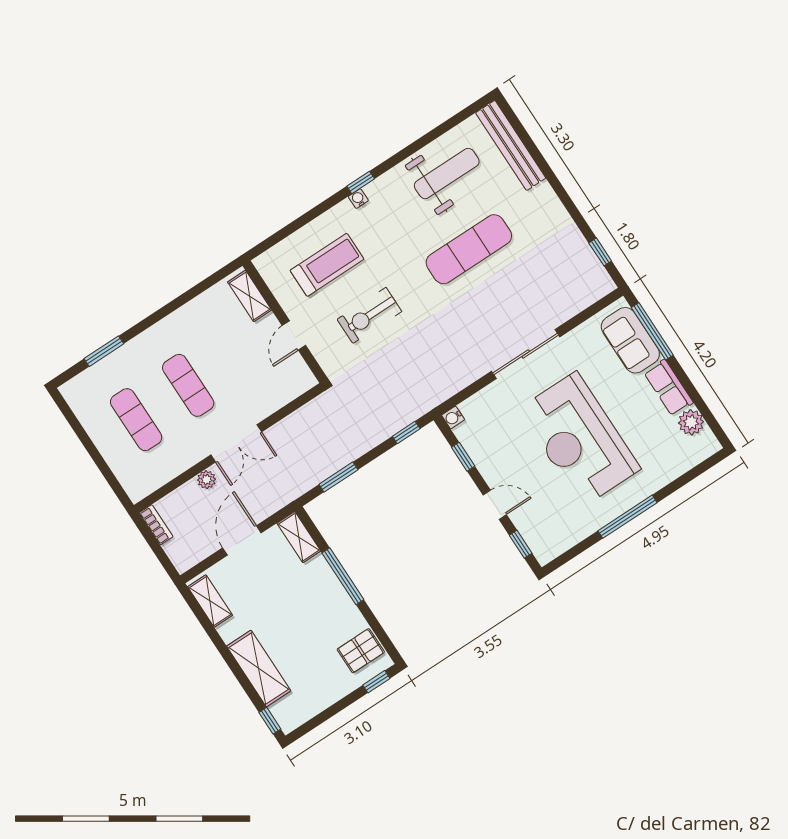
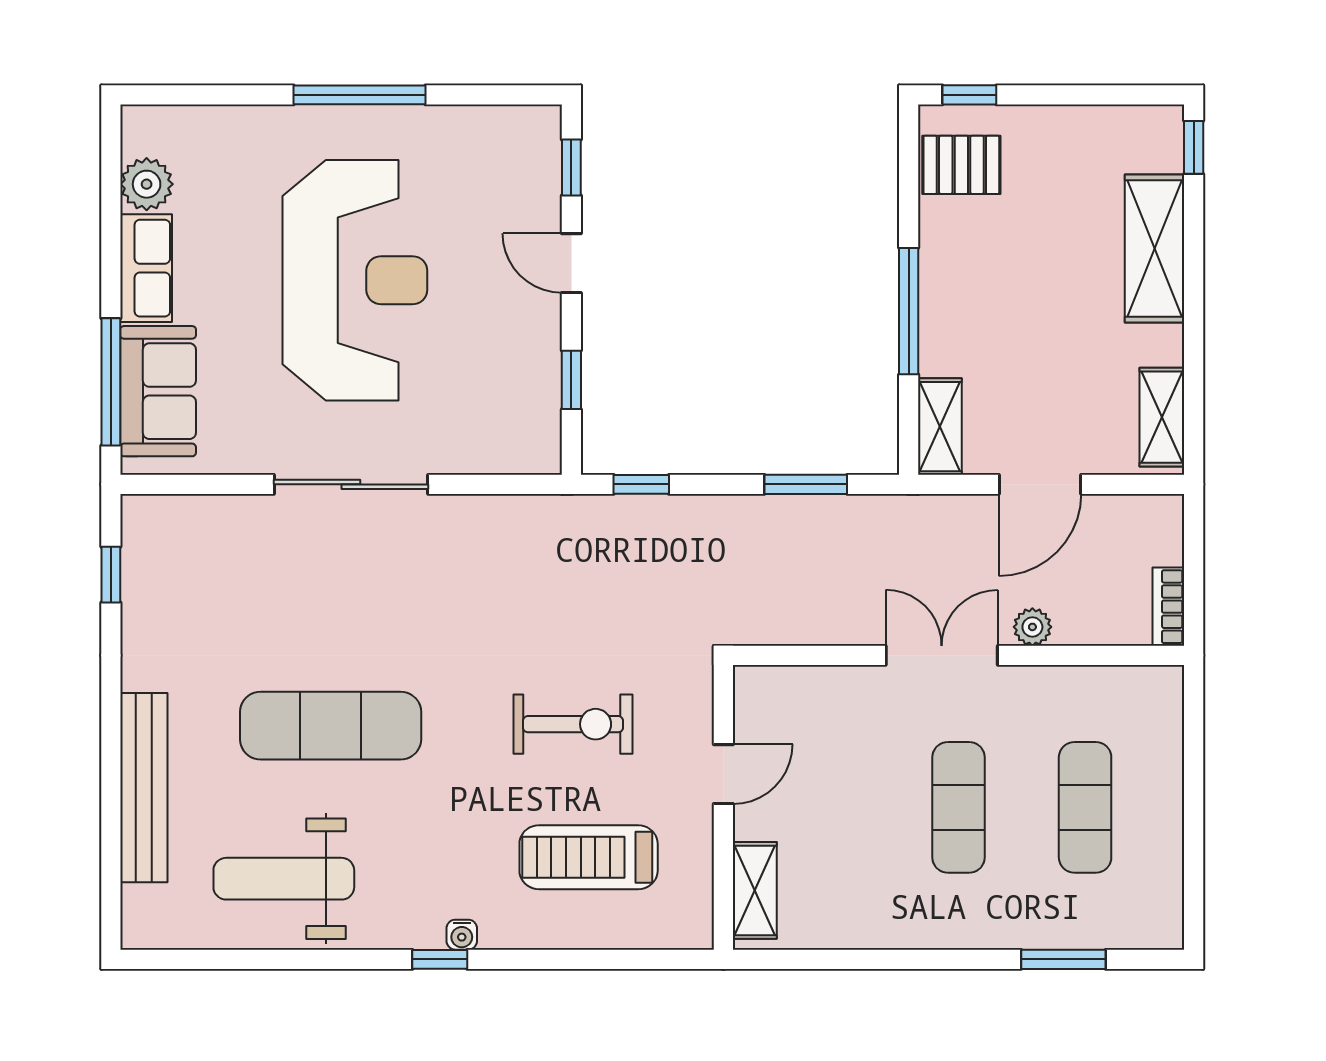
bench: (511, 145) -> (144, 788), moved
water cooler: (453, 417) -> (545, 458), removed

